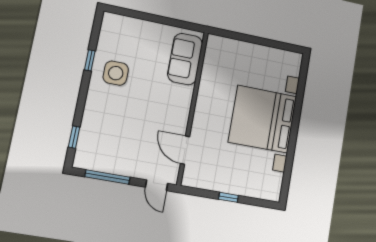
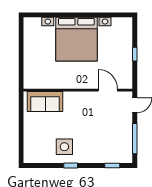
window: (90, 60) -> (71, 165), moved
door: (185, 150) -> (108, 90), swing flipped

